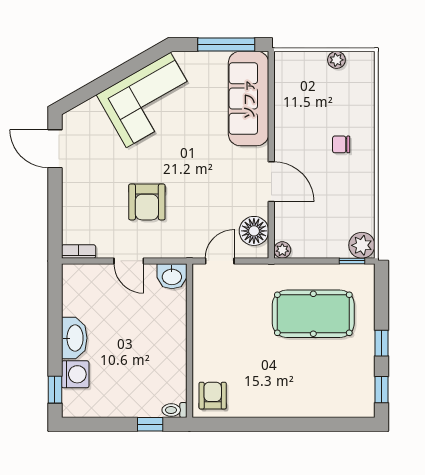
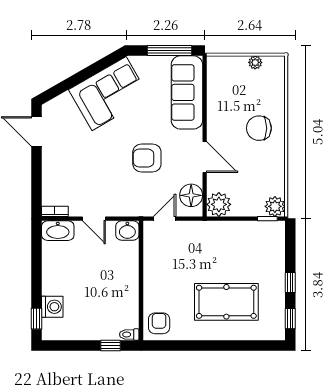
chair: (341, 144) -> (259, 128), width x1.87, depth x1.87
armchair: (147, 202) -> (147, 158), moved, turned 90
plant: (282, 250) -> (219, 204), width x1.88, depth x1.88
pool table: (313, 314) -> (226, 302), moved
washbasin: (74, 338) -> (58, 231), moved, turned 90

